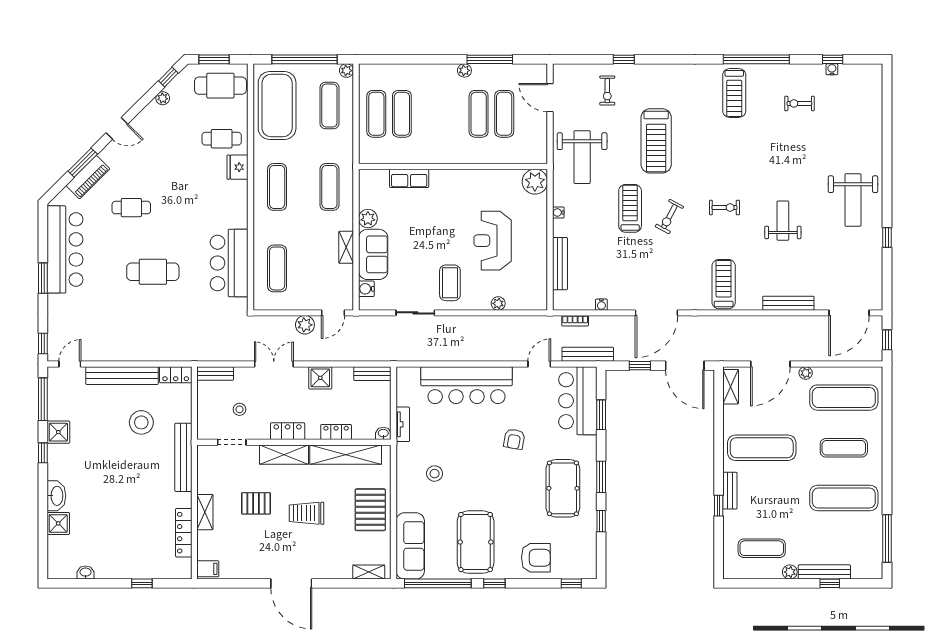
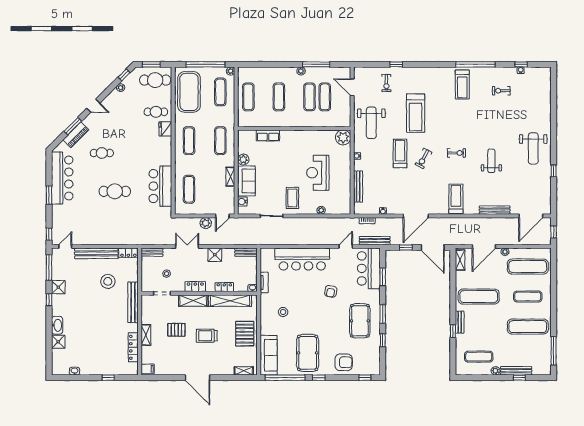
exercise mat: (402, 114) -> (279, 97), moved

